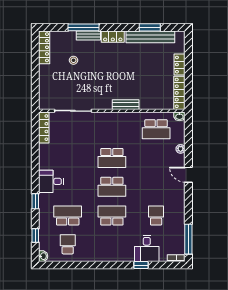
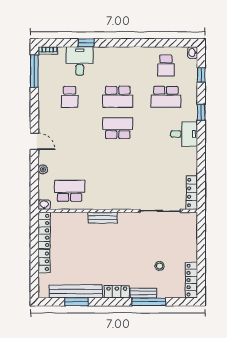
school desk: (112, 158) -> (118, 159), removed

